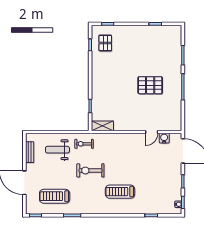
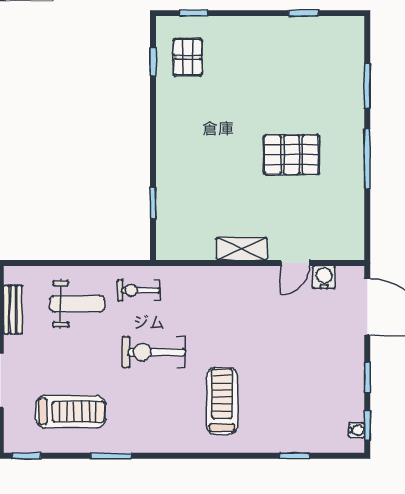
shelving: (102, 126) -> (242, 249), moved
weight bench: (57, 150) -> (77, 304), turned 180
treadmill: (120, 192) -> (222, 401), turned 90
treadmill: (55, 196) -> (71, 412), turned 180

